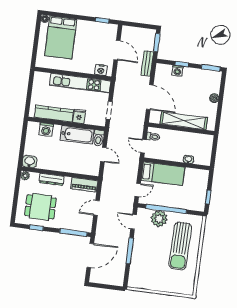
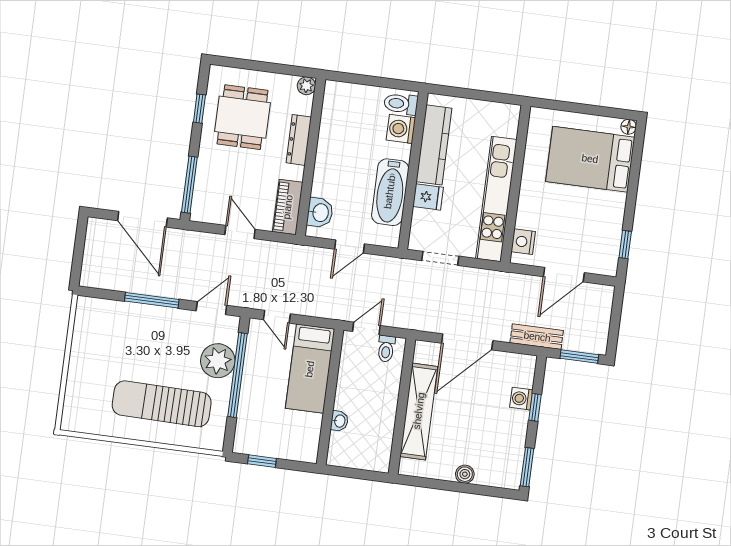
toilet: (98, 138) -> (401, 104), moved
washbasin: (30, 162) -> (320, 213), moved

